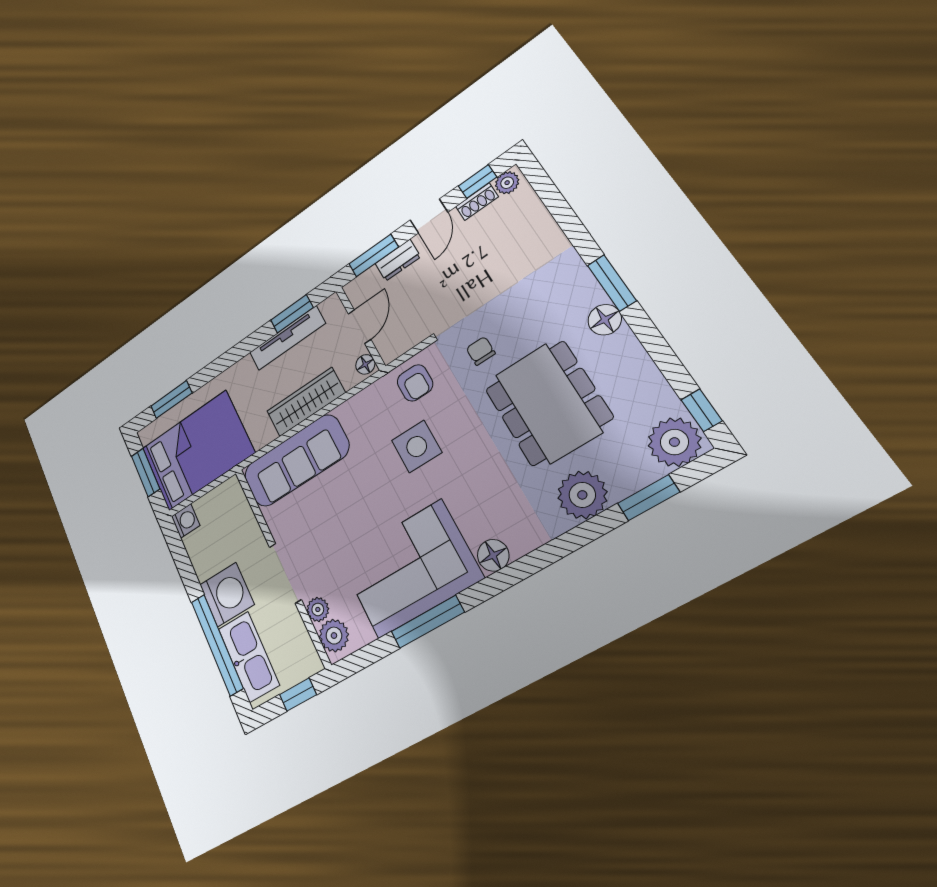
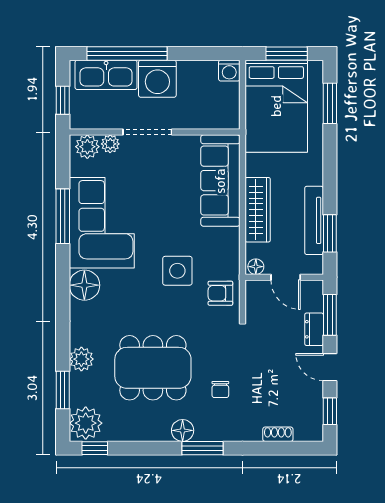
plant: (507, 183) -> (314, 428), removed
shoe rack: (477, 202) -> (278, 434), moved, turned 90
chair: (481, 351) -> (220, 389), moved, turned 90
plant: (582, 495) -> (81, 359), width x0.73, depth x0.73
floor lamp: (493, 555) -> (84, 285), width x1.38, depth x1.38

